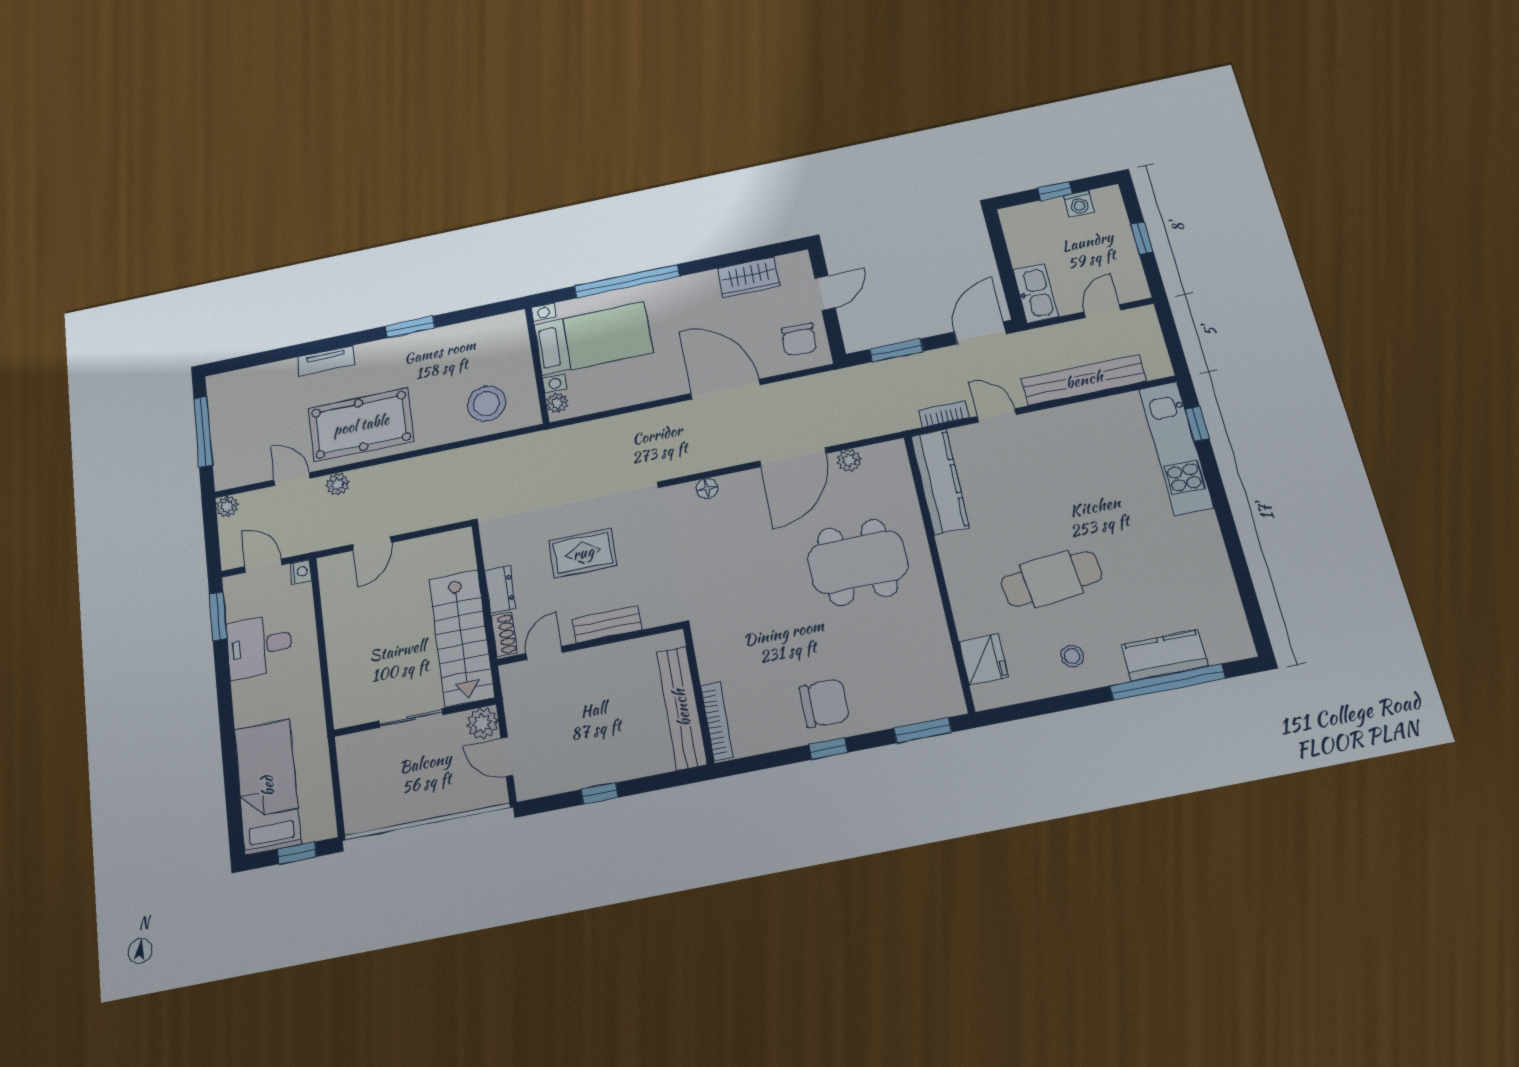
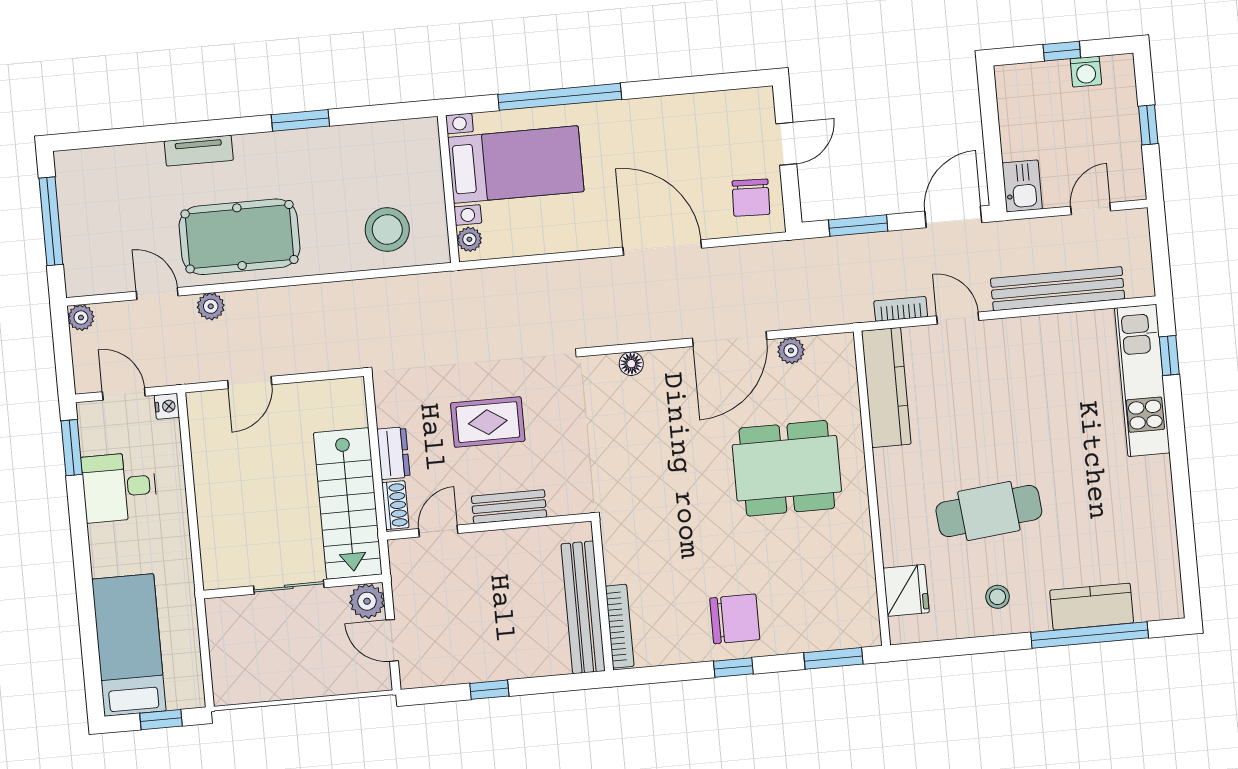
wardrobe: (749, 277) -> (701, 112), removed
kitchen sink: (1036, 293) -> (1022, 186), width x0.73

